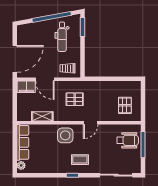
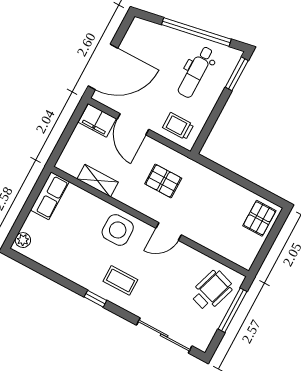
pallet: (125, 105) -> (259, 218), moved
wheelchair: (128, 140) -> (212, 290), turned -72
row of seats: (23, 142) -> (50, 196), width x0.68

